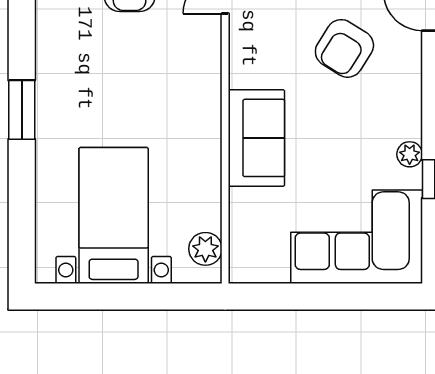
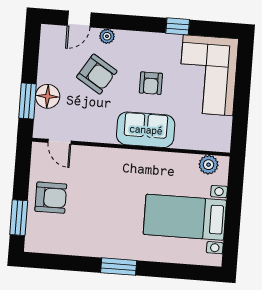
armchair: (336, 141) -> (151, 83), added
plant: (410, 154) -> (107, 36), moved

